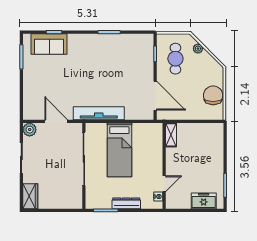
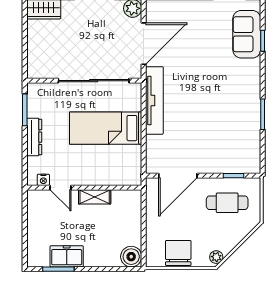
plant: (198, 49) -> (216, 257), moved
chair: (213, 95) -> (178, 253), turned -90
door: (56, 121) -> (144, 44), width x1.36
boiler: (216, 131) -> (131, 257), added
shelving: (171, 135) -> (95, 197), moved
freezer: (204, 201) -> (67, 256), moved, turned -90

